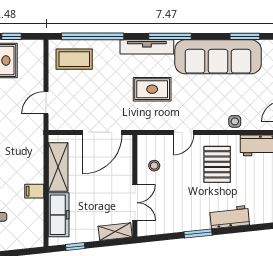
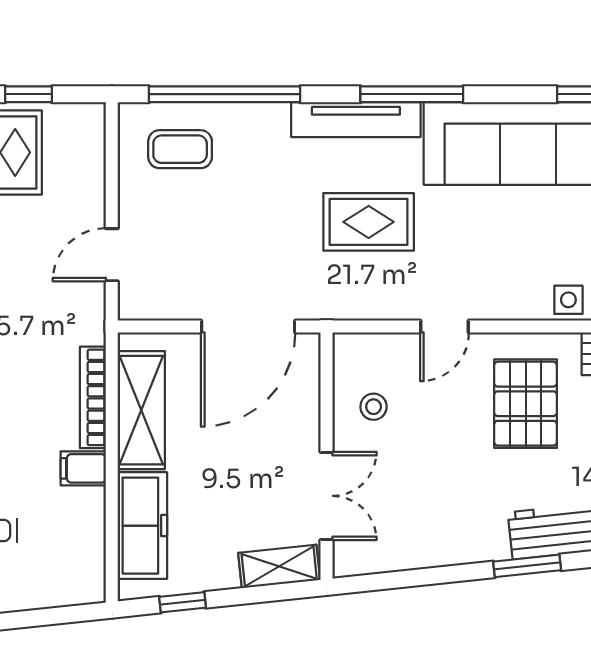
coffee table: (74, 59) -> (180, 149), width x0.73, depth x0.77
bookcase: (38, 162) -> (93, 397), added
window: (198, 234) -> (527, 566), moved

